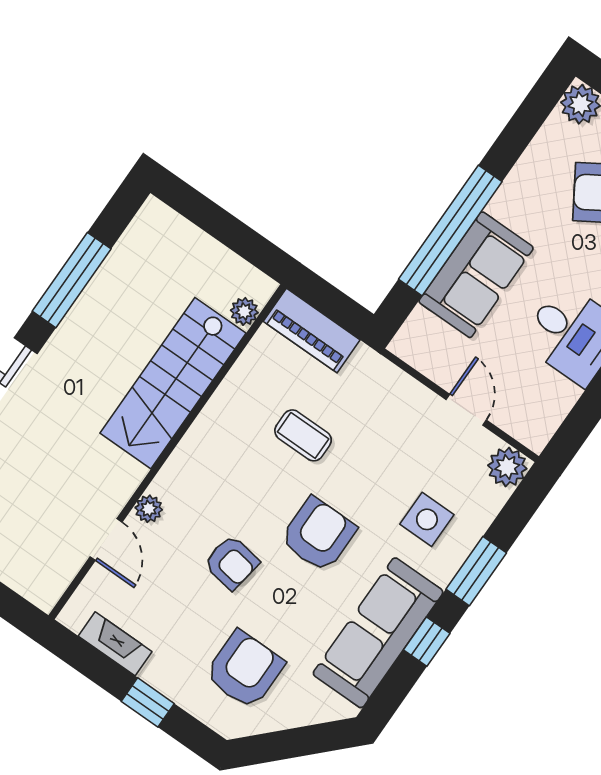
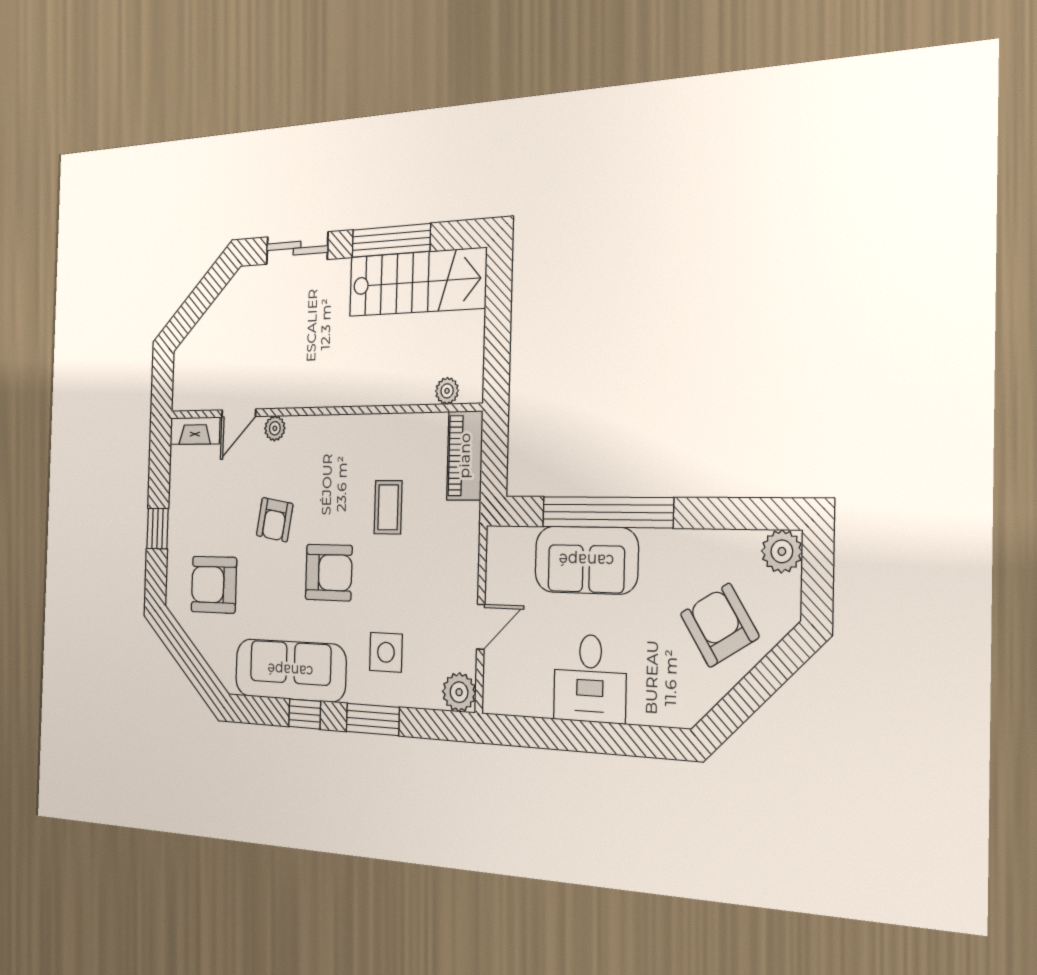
stairs: (173, 383) -> (417, 282), moved, turned 180
fireplace: (115, 644) -> (195, 431), moved, turned 90
armchair: (245, 670) -> (214, 585), turned 180

